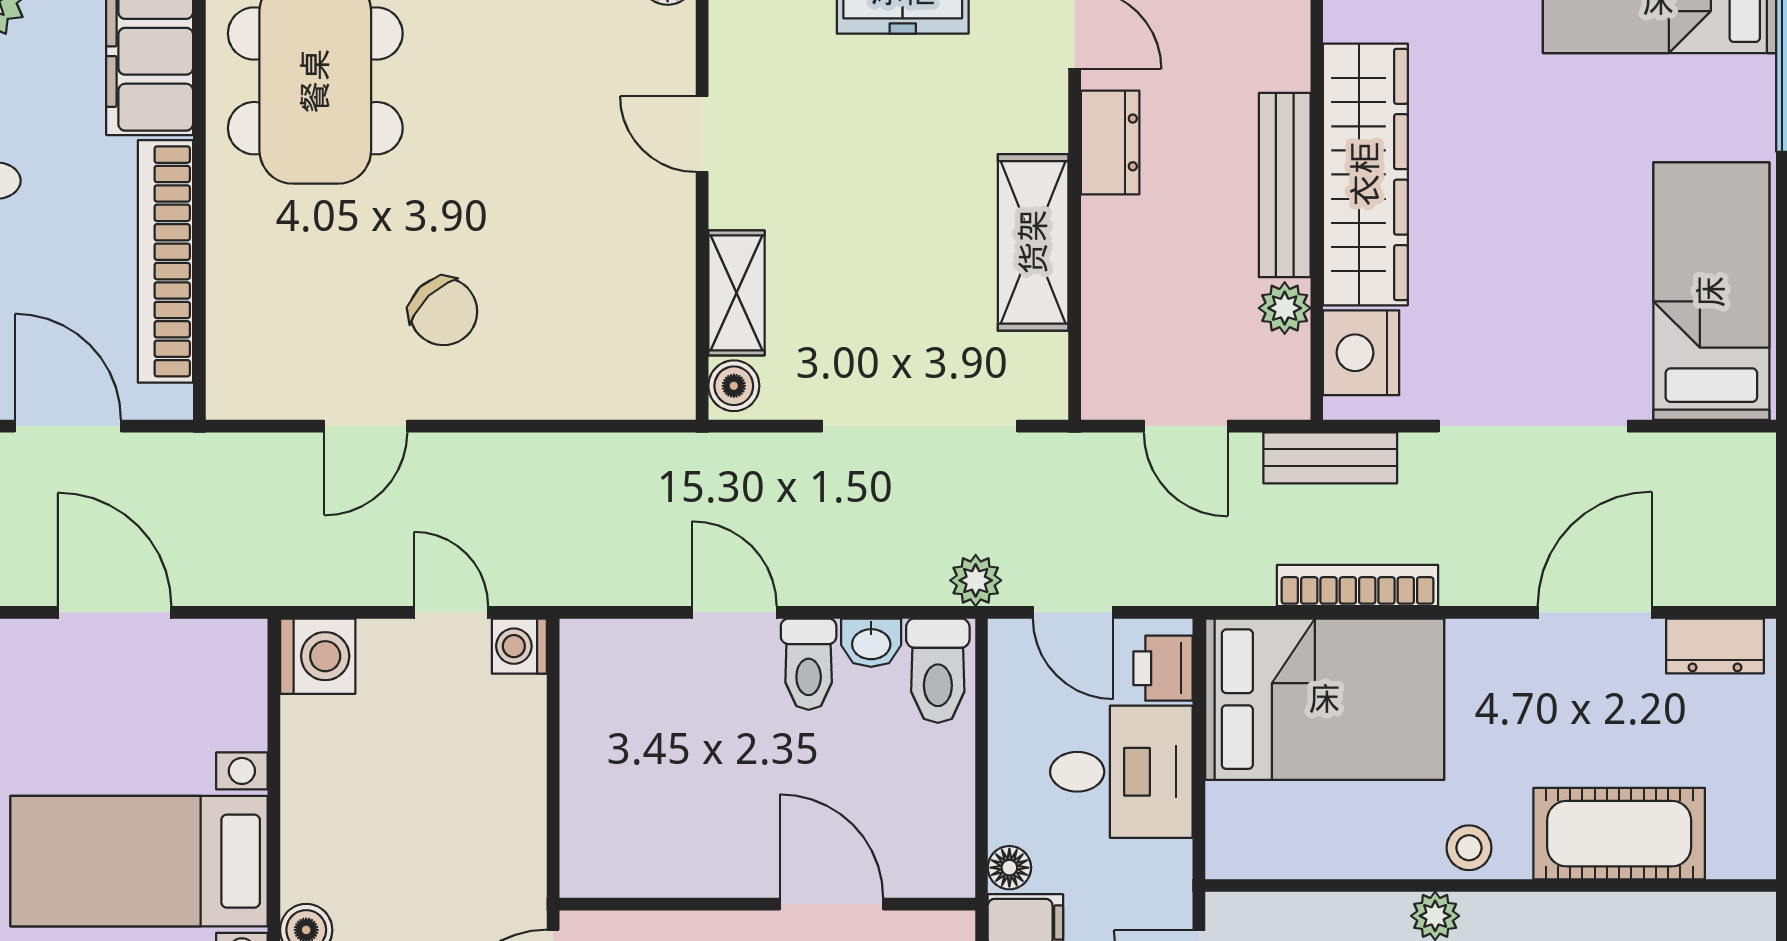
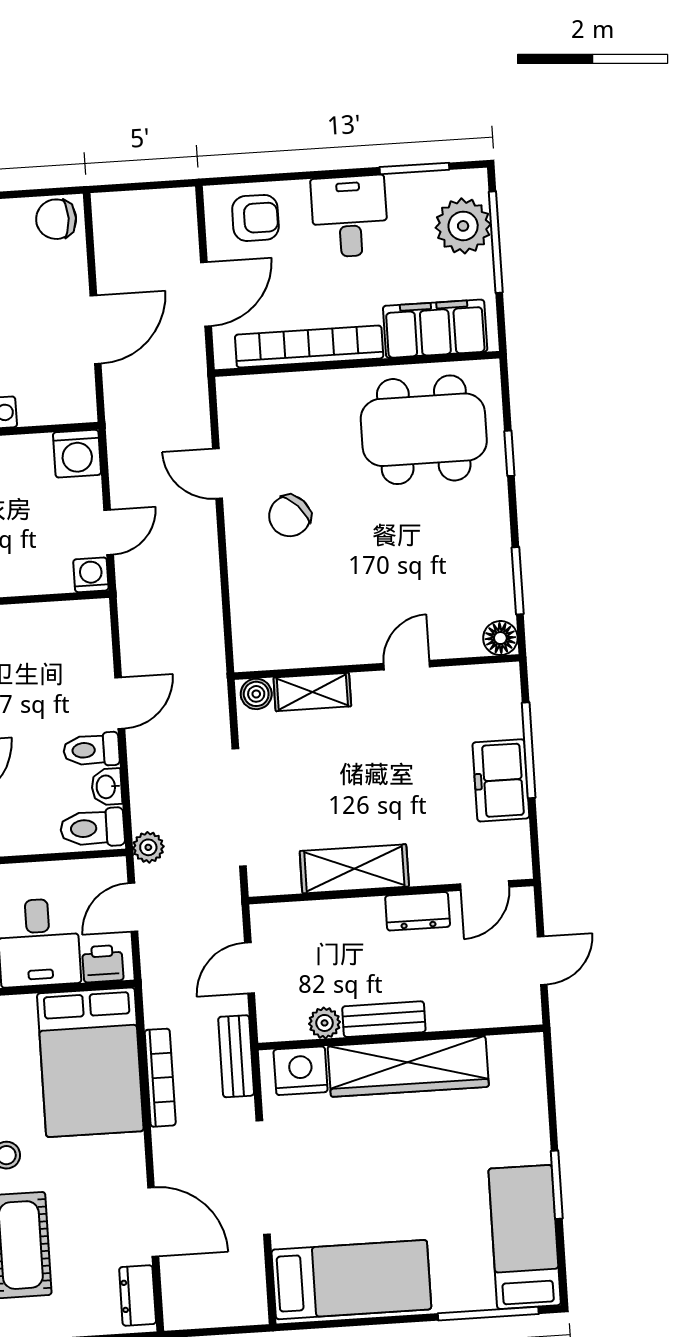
bench: (1285, 185) -> (384, 1019), width x0.73

